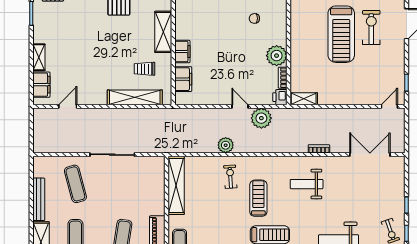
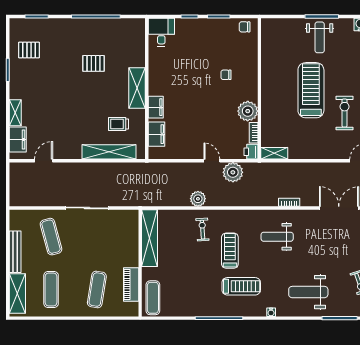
exercise bike: (371, 27) -> (345, 113), moved
treadmill: (341, 34) -> (311, 90), turned 180

